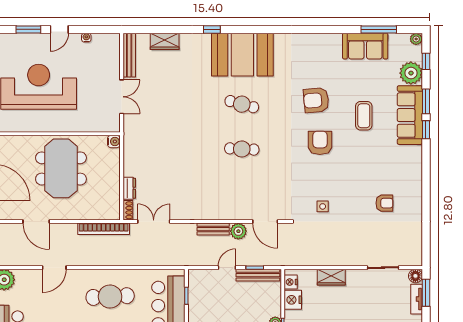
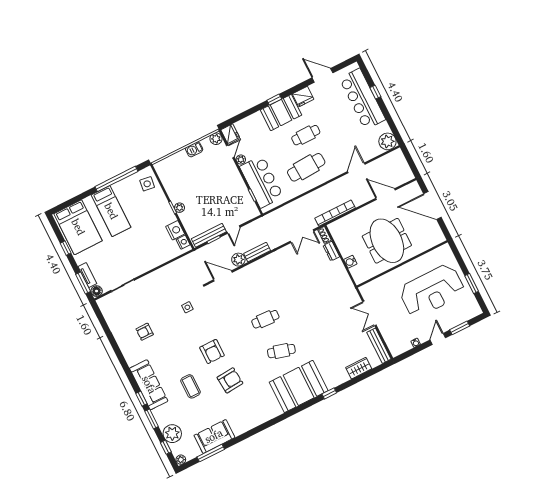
sofa: (410, 115) -> (149, 385), moved
water cooler: (114, 141) -> (350, 262), moved
wardrobe: (331, 277) -> (156, 260), removed

